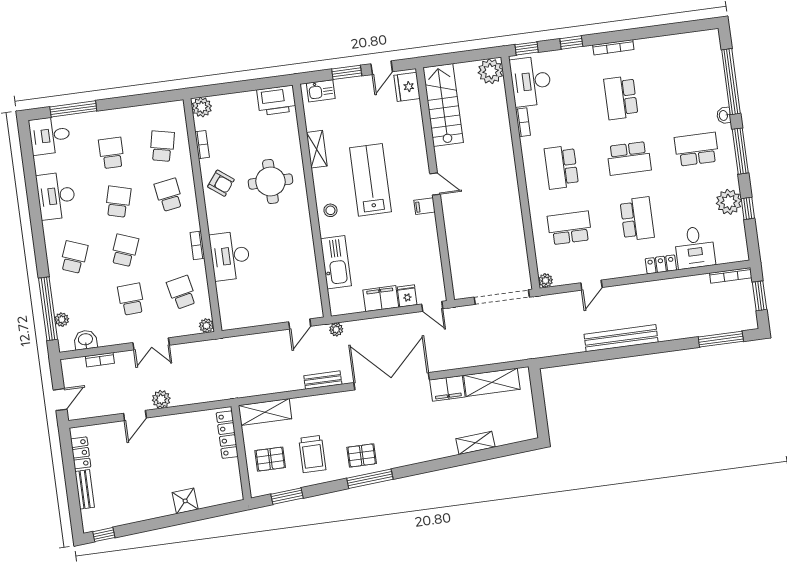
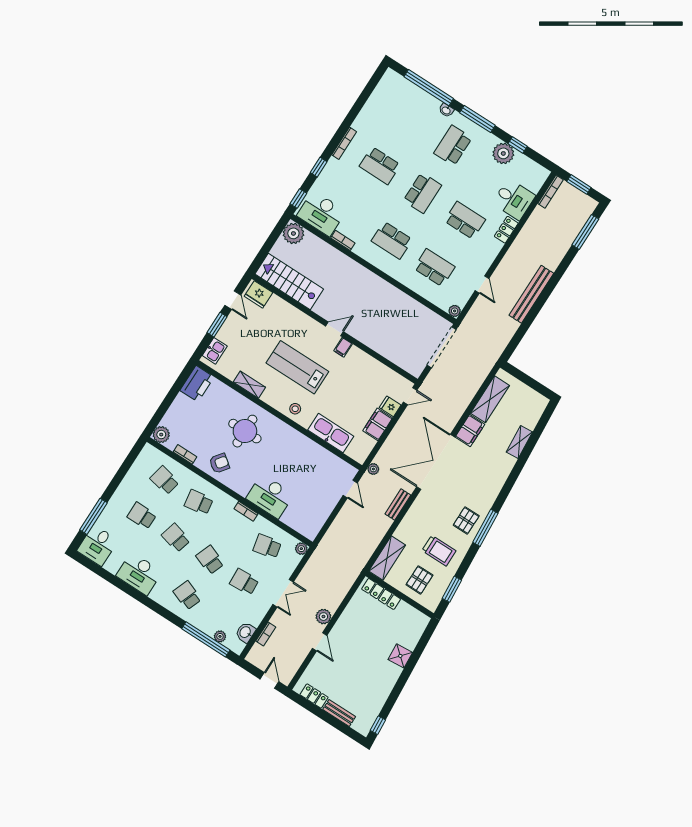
school desk: (569, 228) -> (434, 268), turned 90

